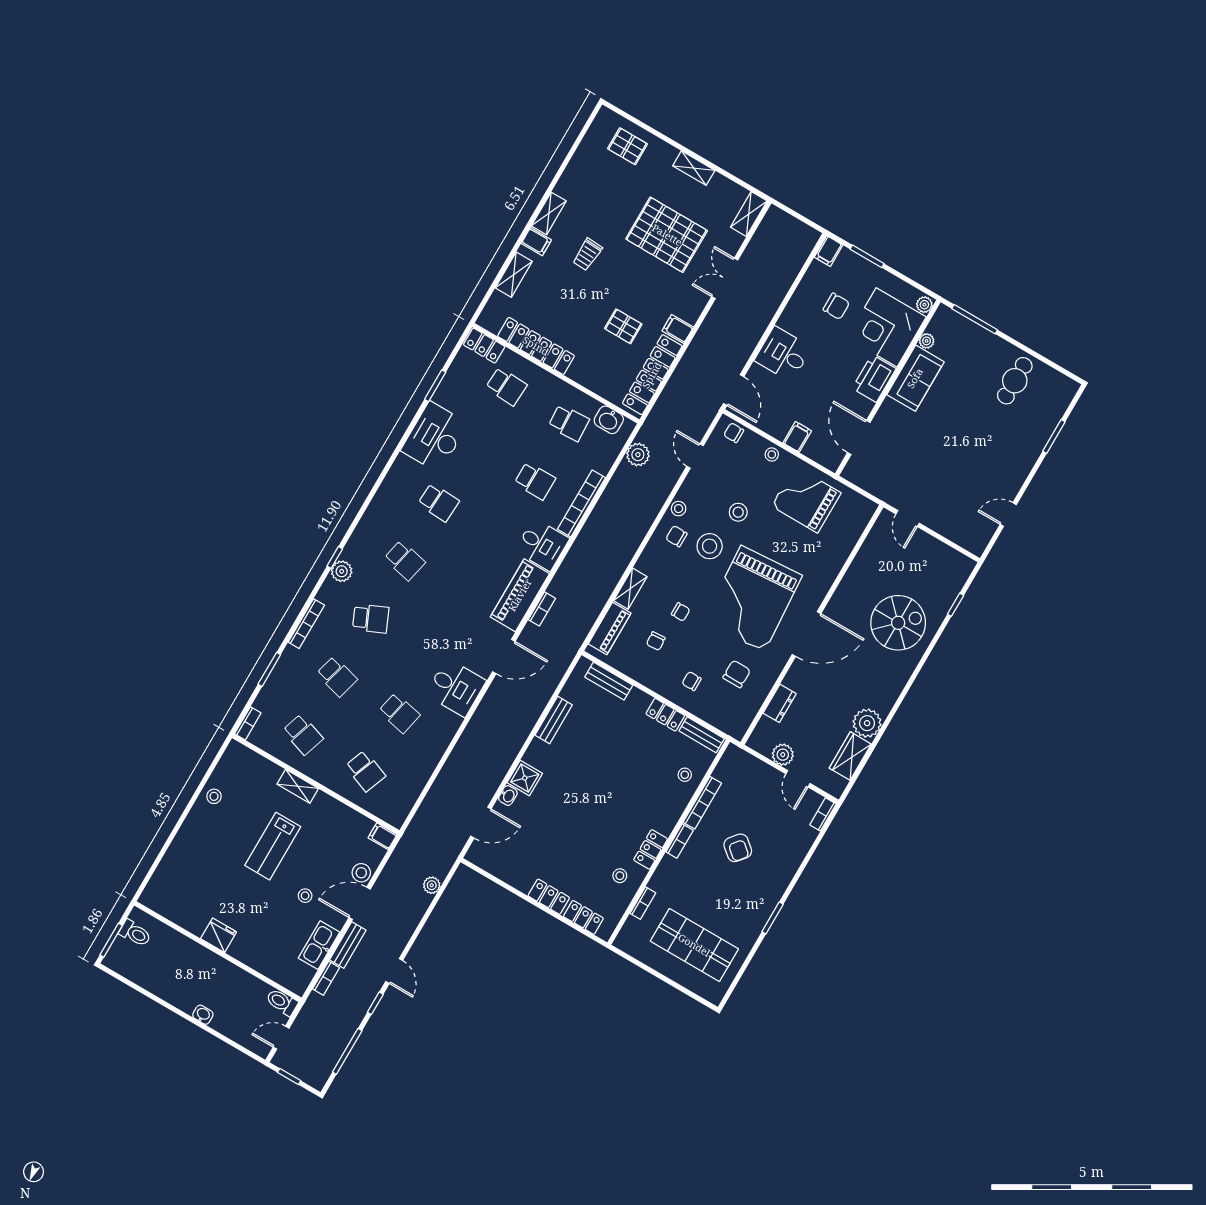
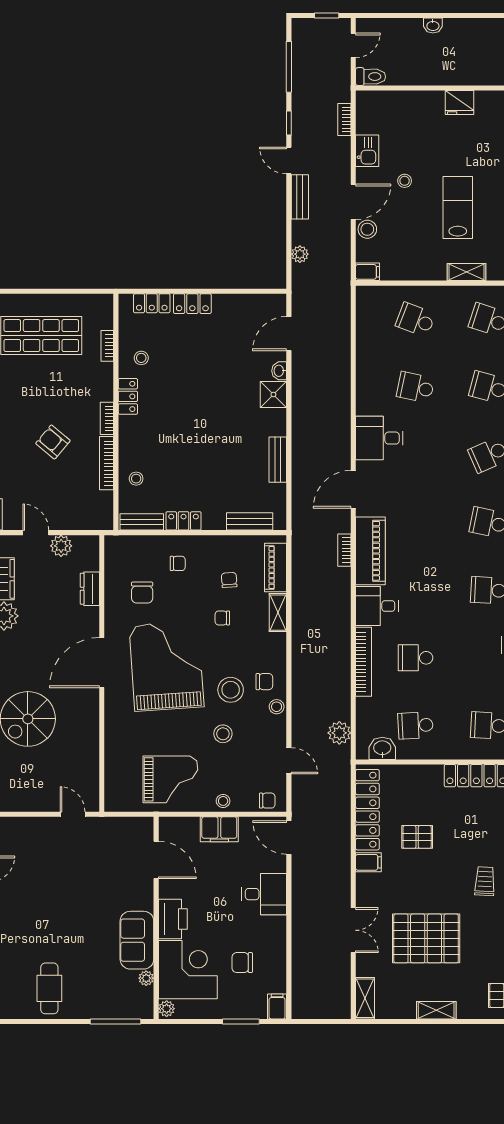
filing cabinet: (797, 437) -> (219, 829), width x2.00
kitchen sink: (319, 945) -> (367, 151), width x0.73
bench: (348, 945) -> (300, 197), moved

